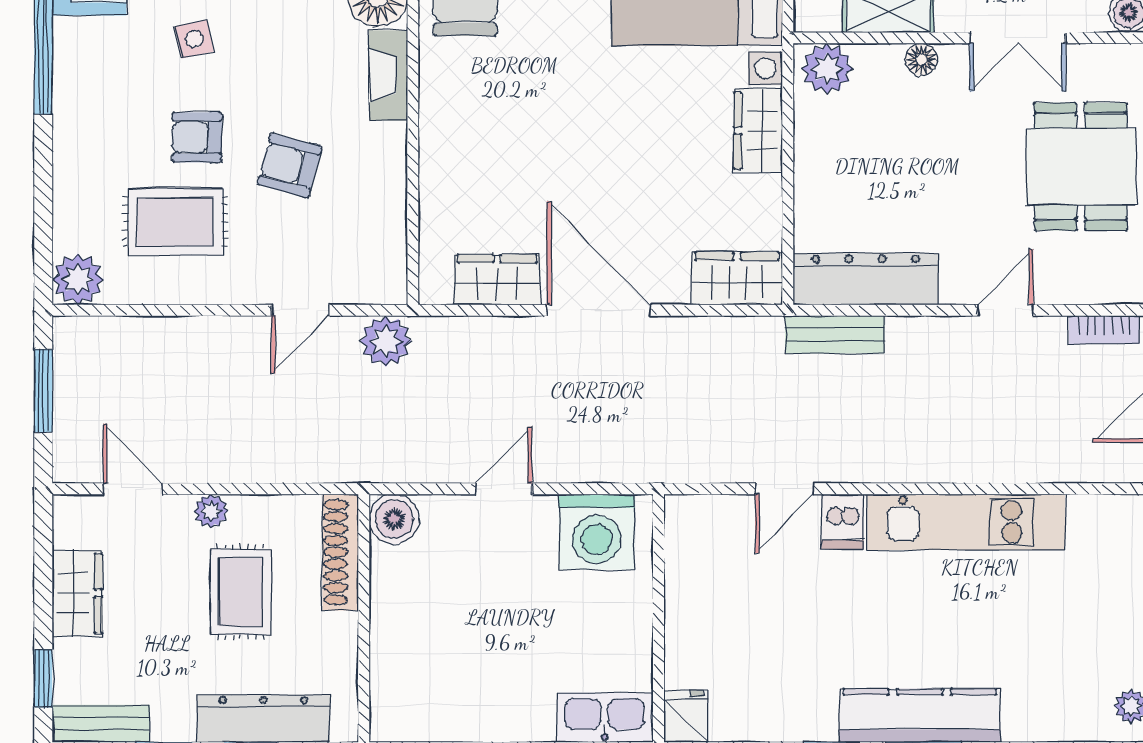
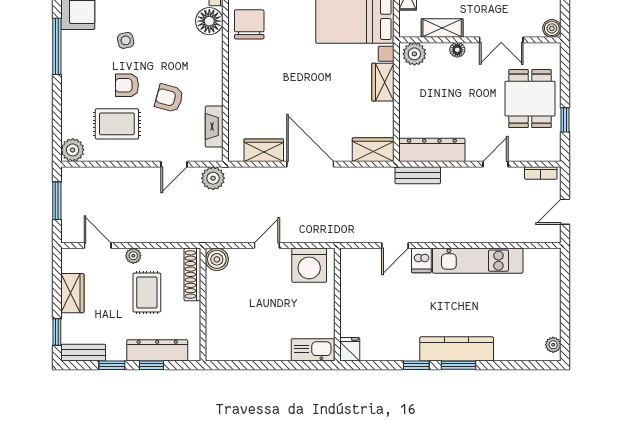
fireplace: (388, 75) -> (214, 127), moved

